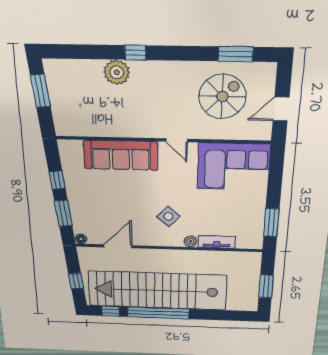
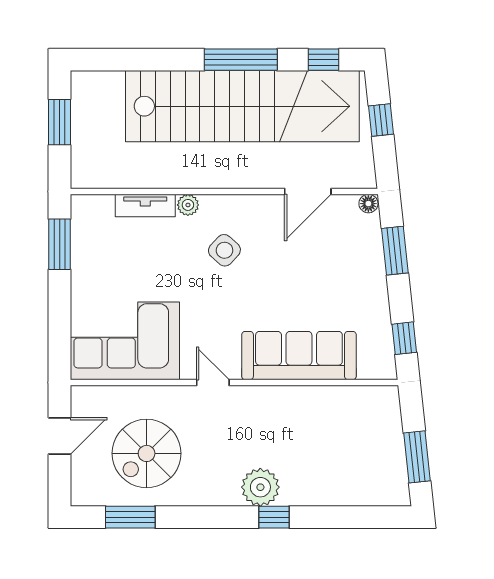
plant: (117, 72) -> (260, 487), moved
window: (57, 180) -> (404, 338), moved
window: (158, 313) -> (241, 60), width x0.68

